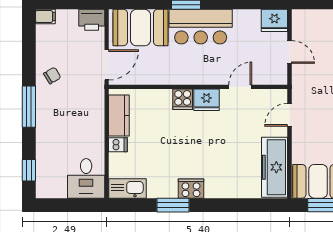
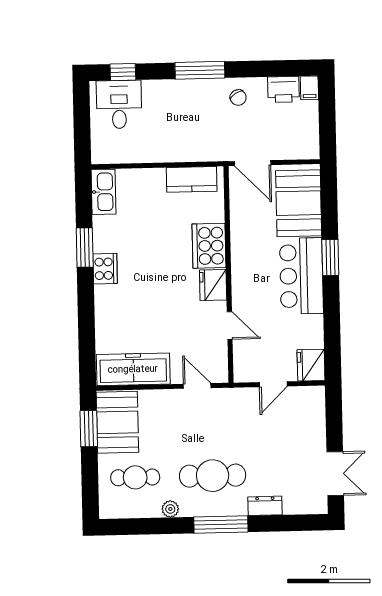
printer: (92, 20) -> (283, 89), moved, turned -90
cooker: (183, 99) -> (209, 246), width x1.87, depth x1.31
dishwasher: (118, 145) -> (156, 179), removed
desk: (86, 178) -> (119, 104), moved, turned 90

